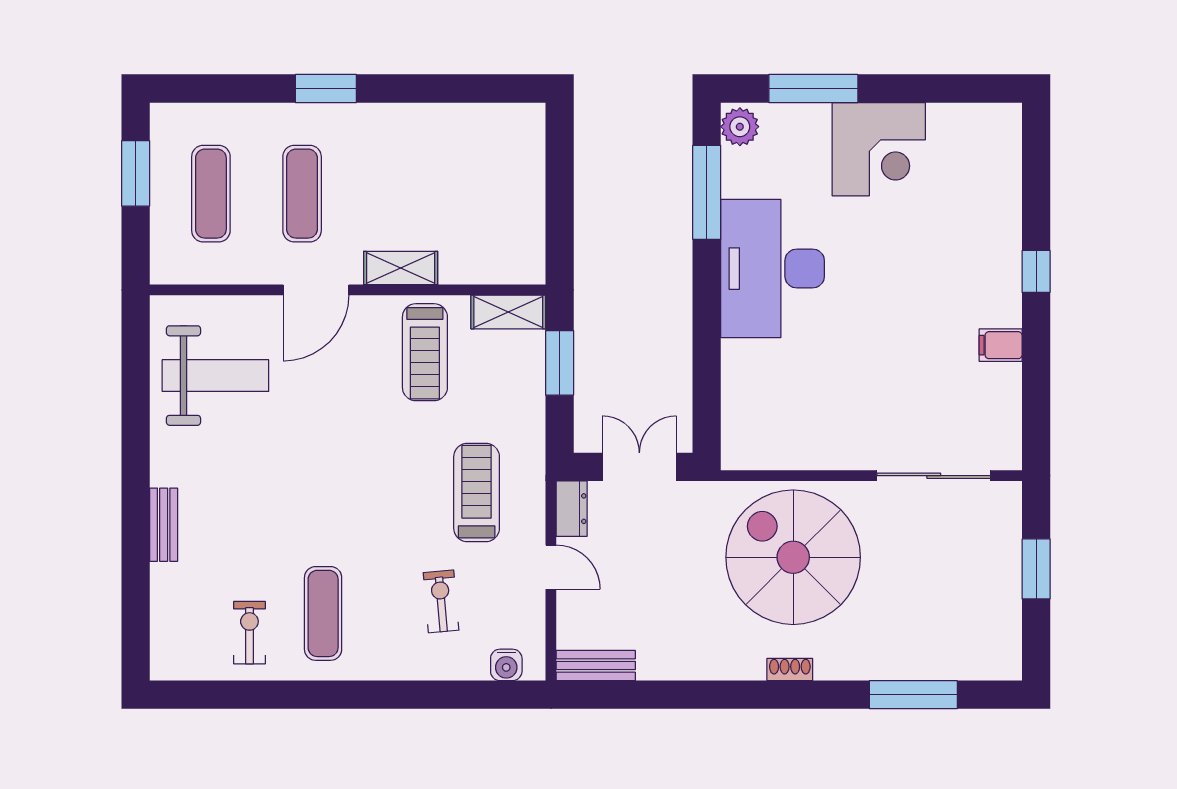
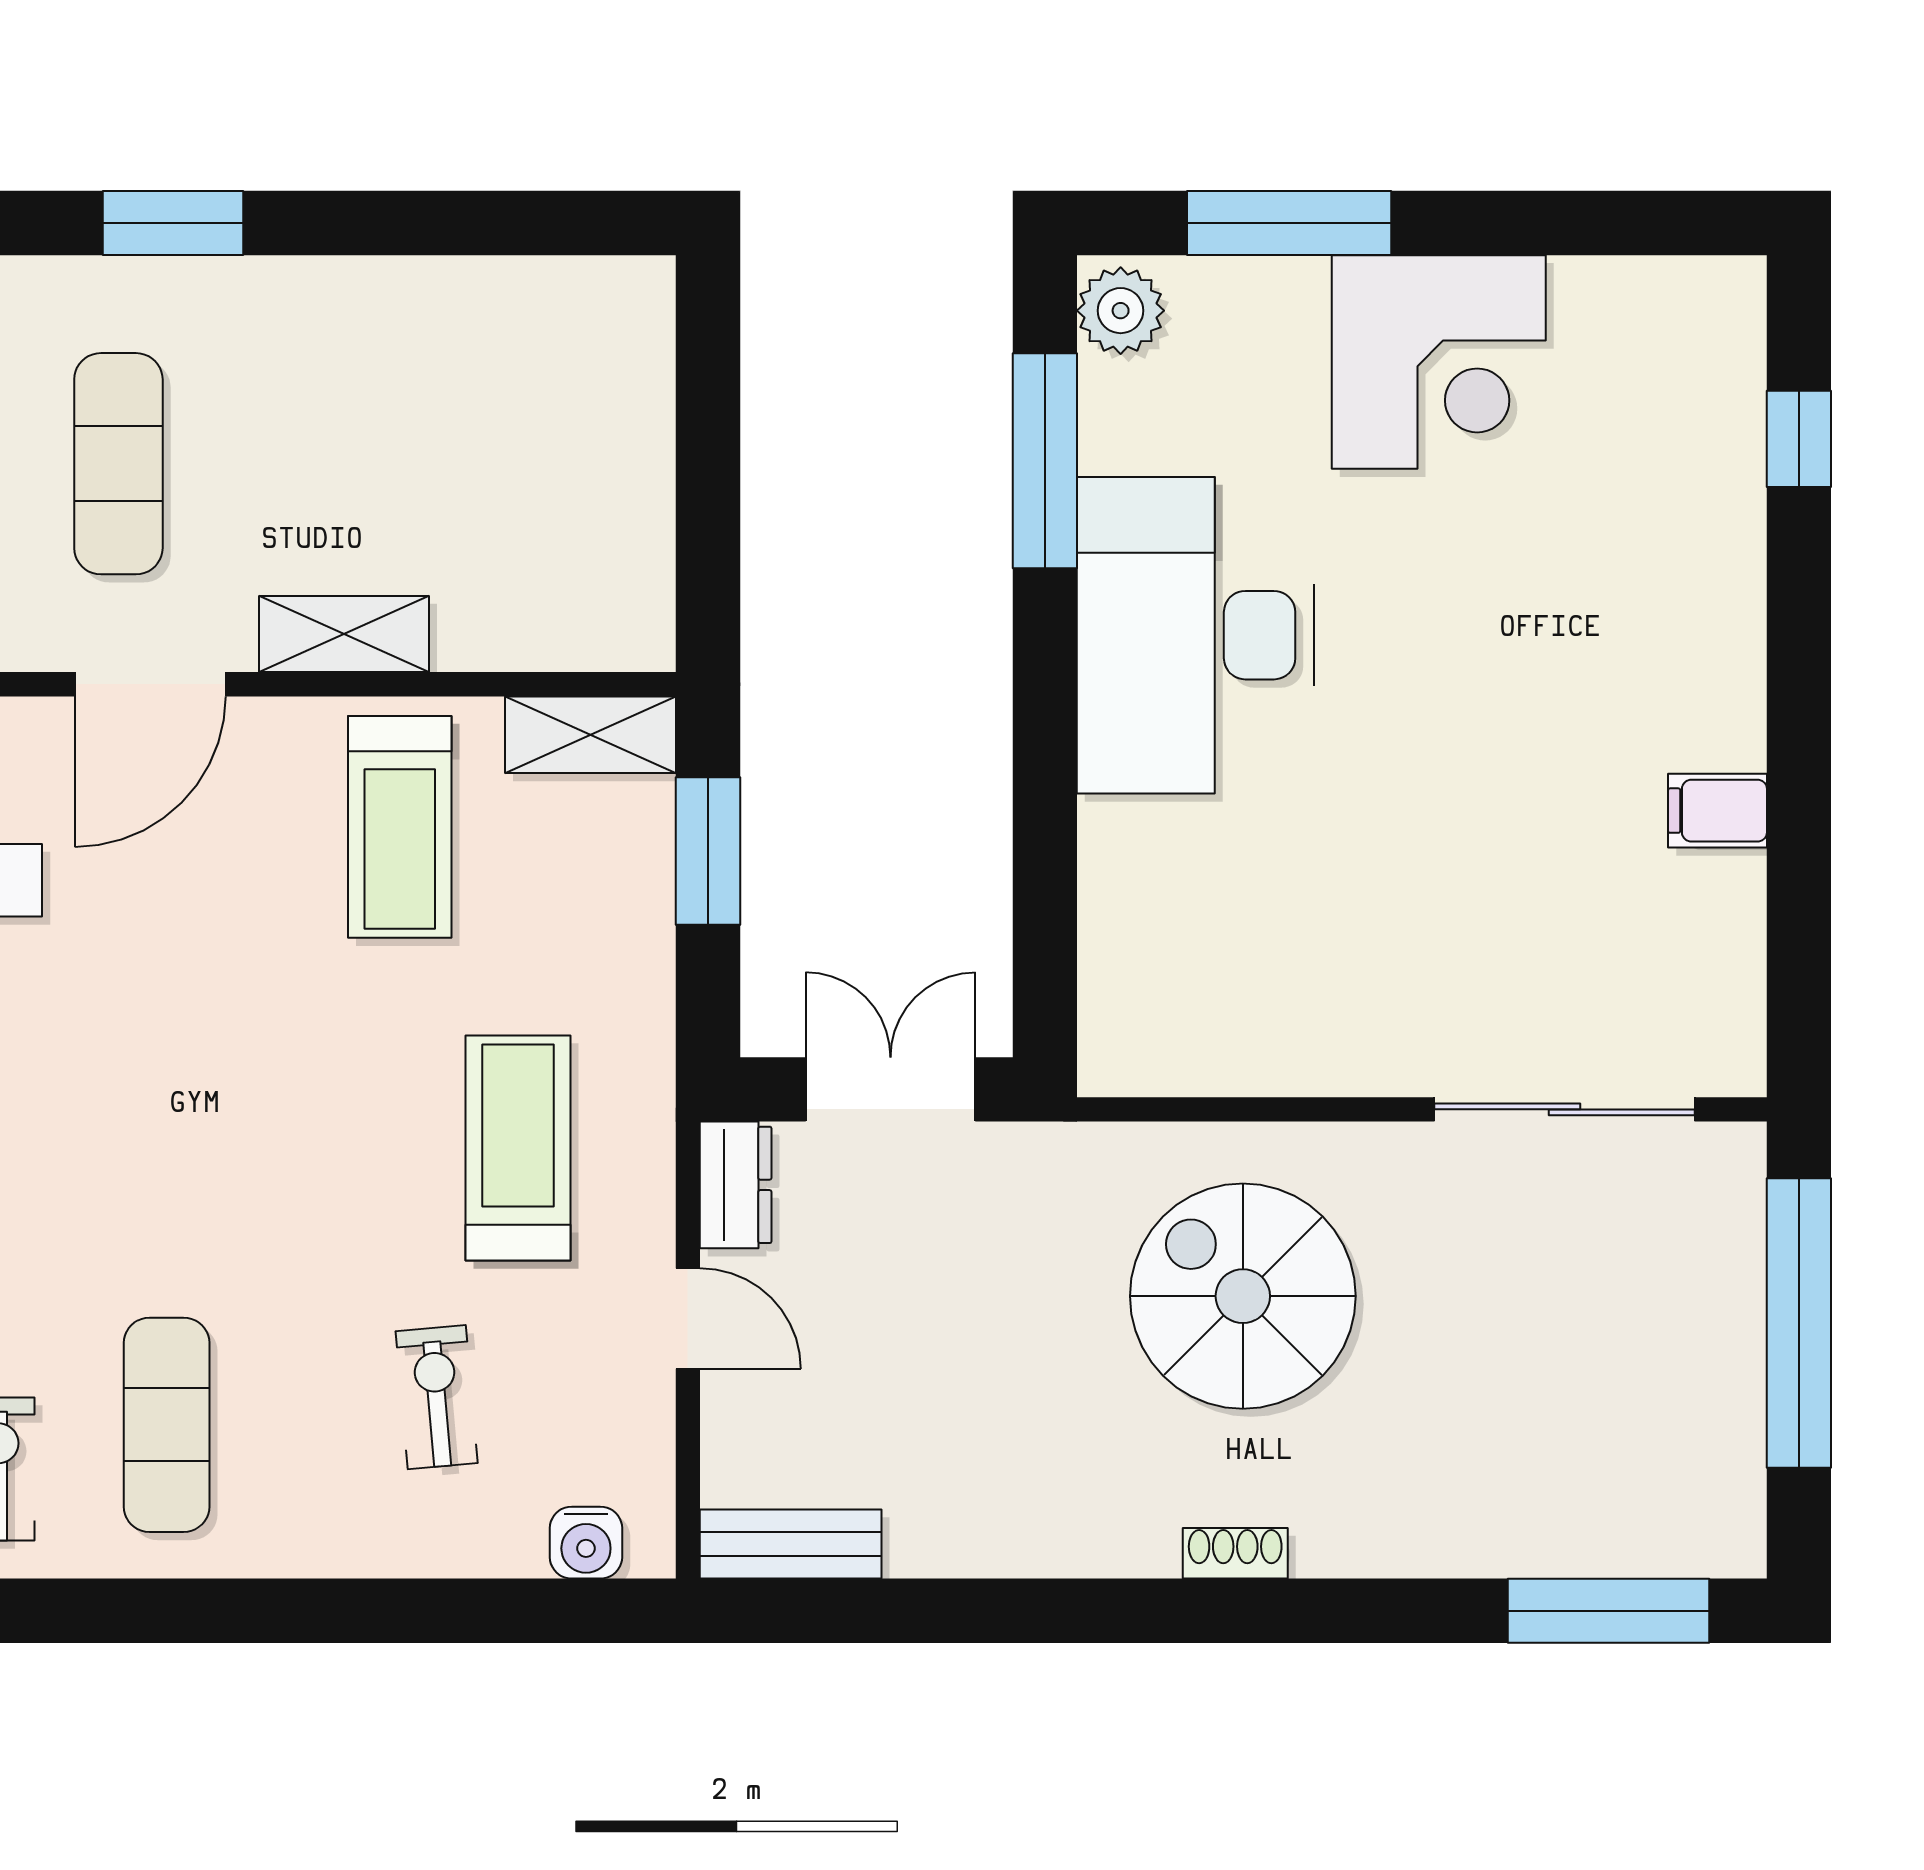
window: (1036, 271) -> (1799, 439), moved
spiral stairs: (793, 557) -> (1243, 1296), width x0.73, depth x0.73
window: (1036, 569) -> (1799, 1323), width x2.11
window: (913, 695) -> (1608, 1611), moved

